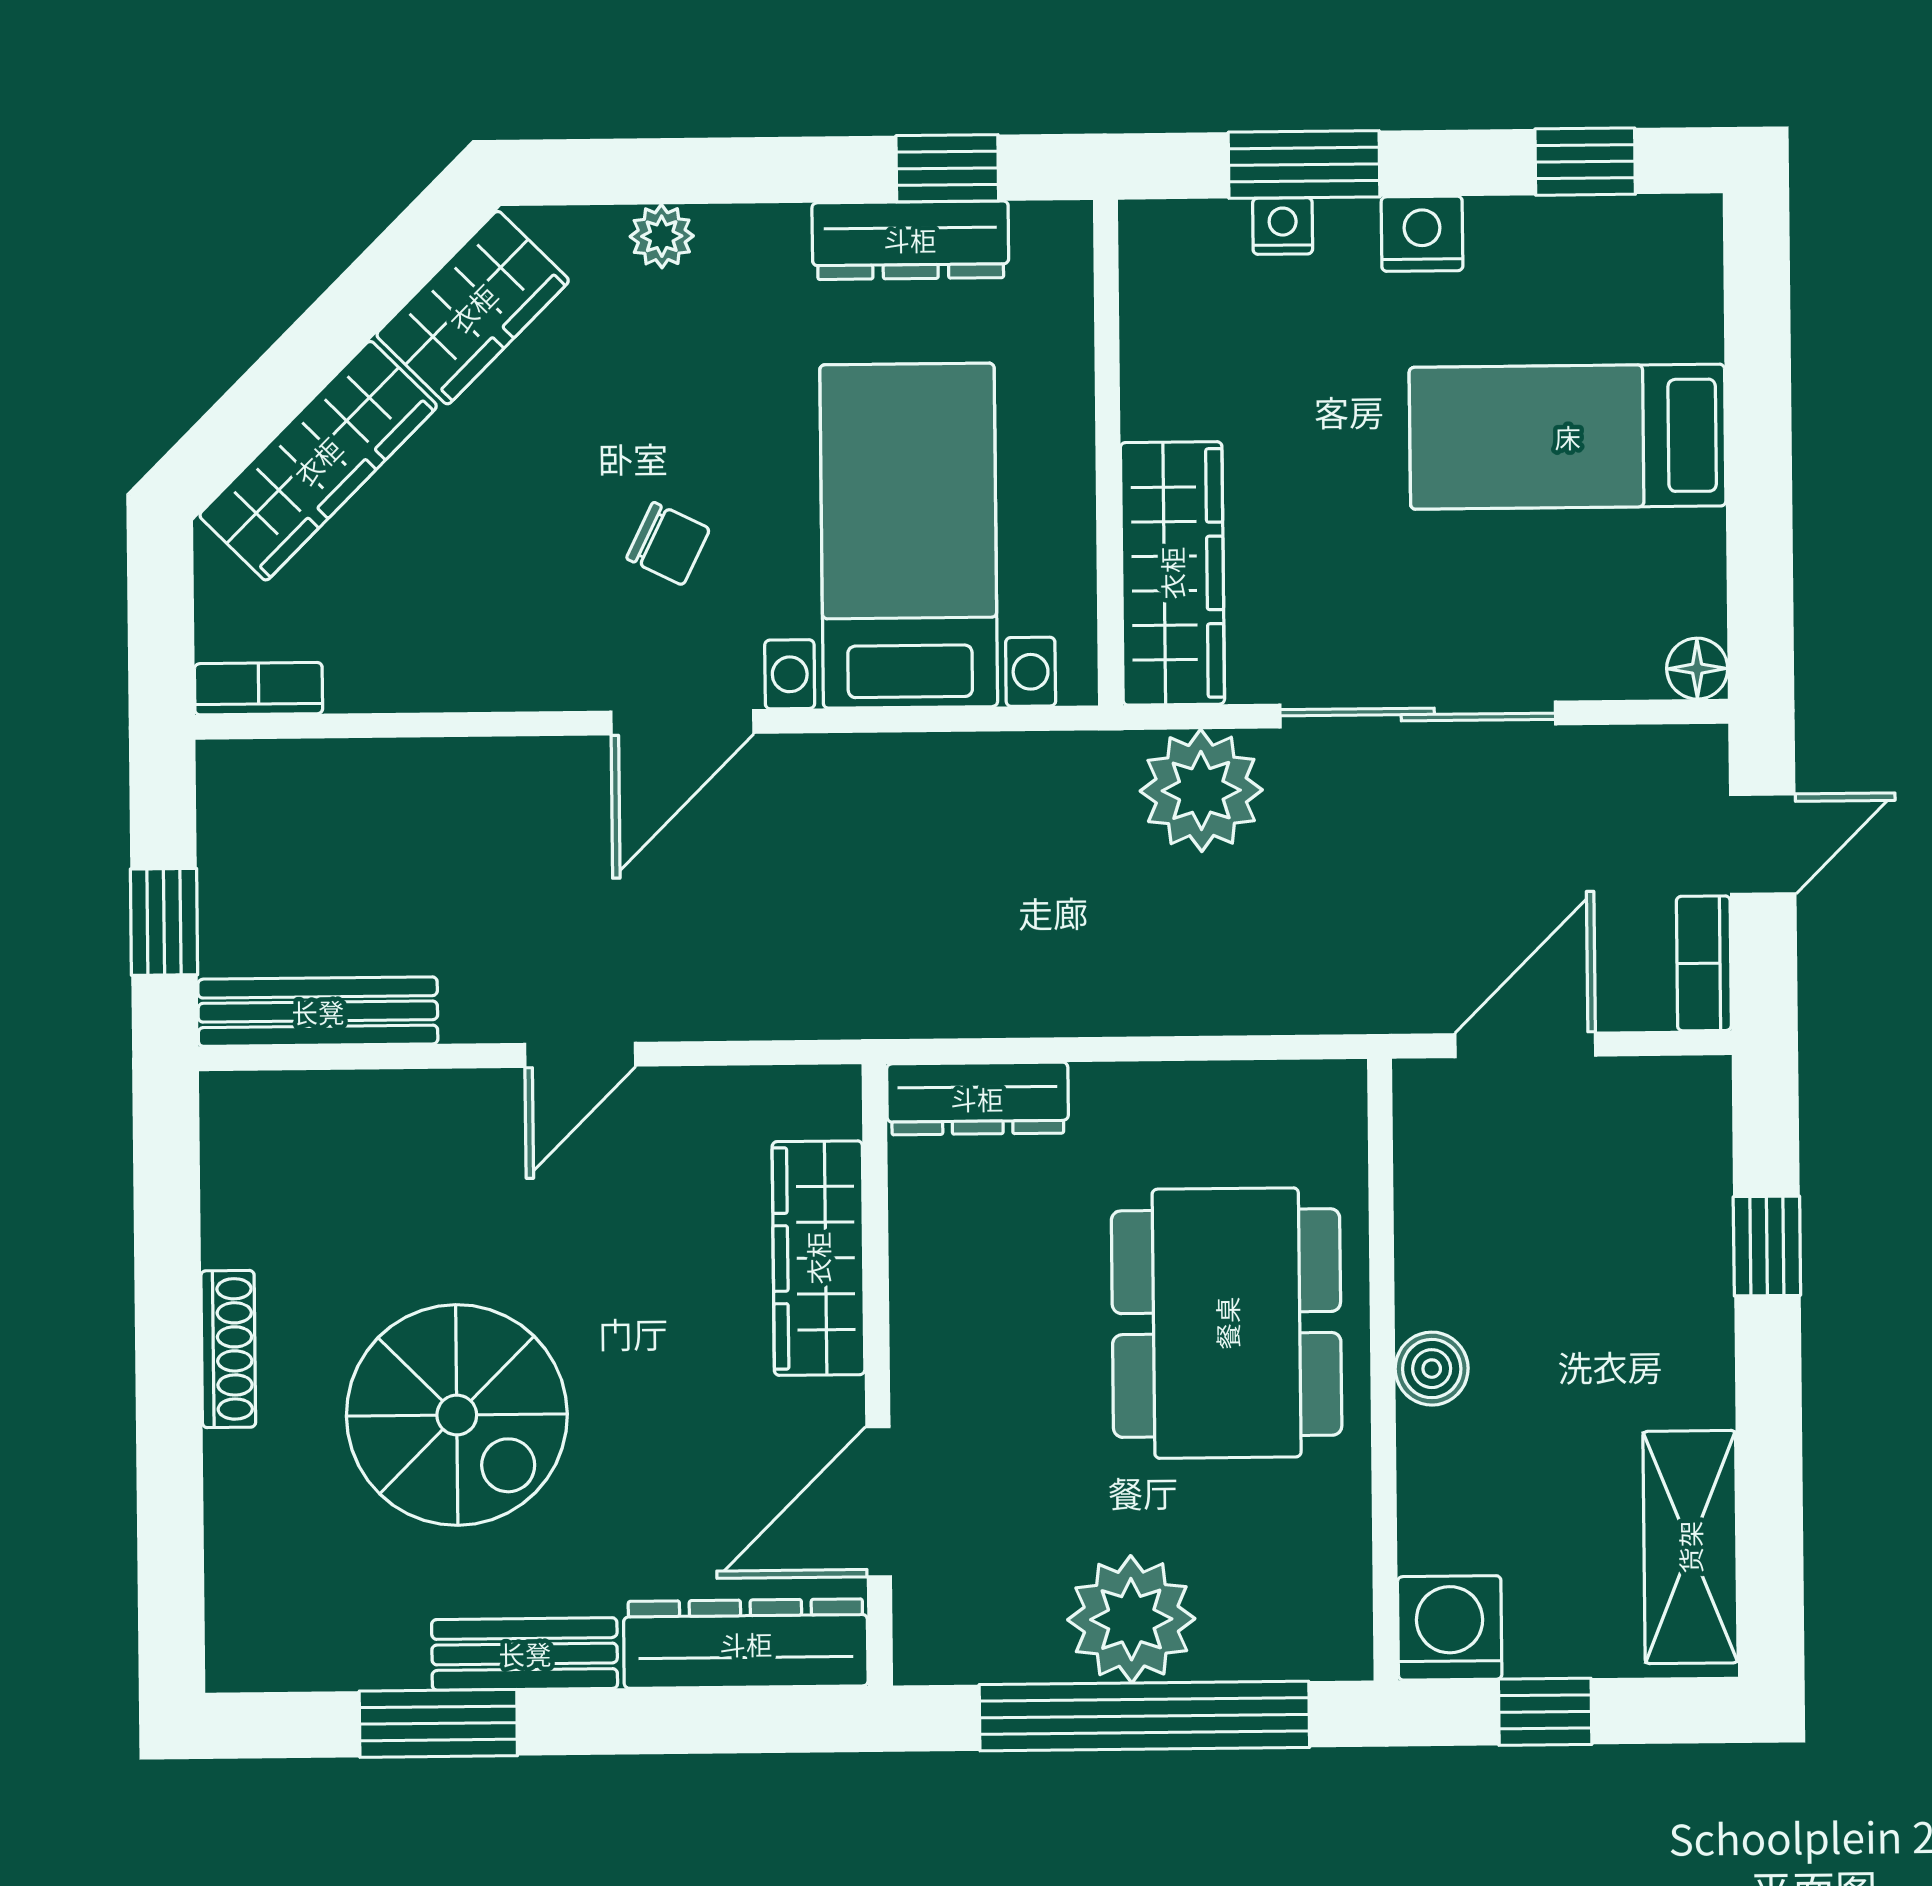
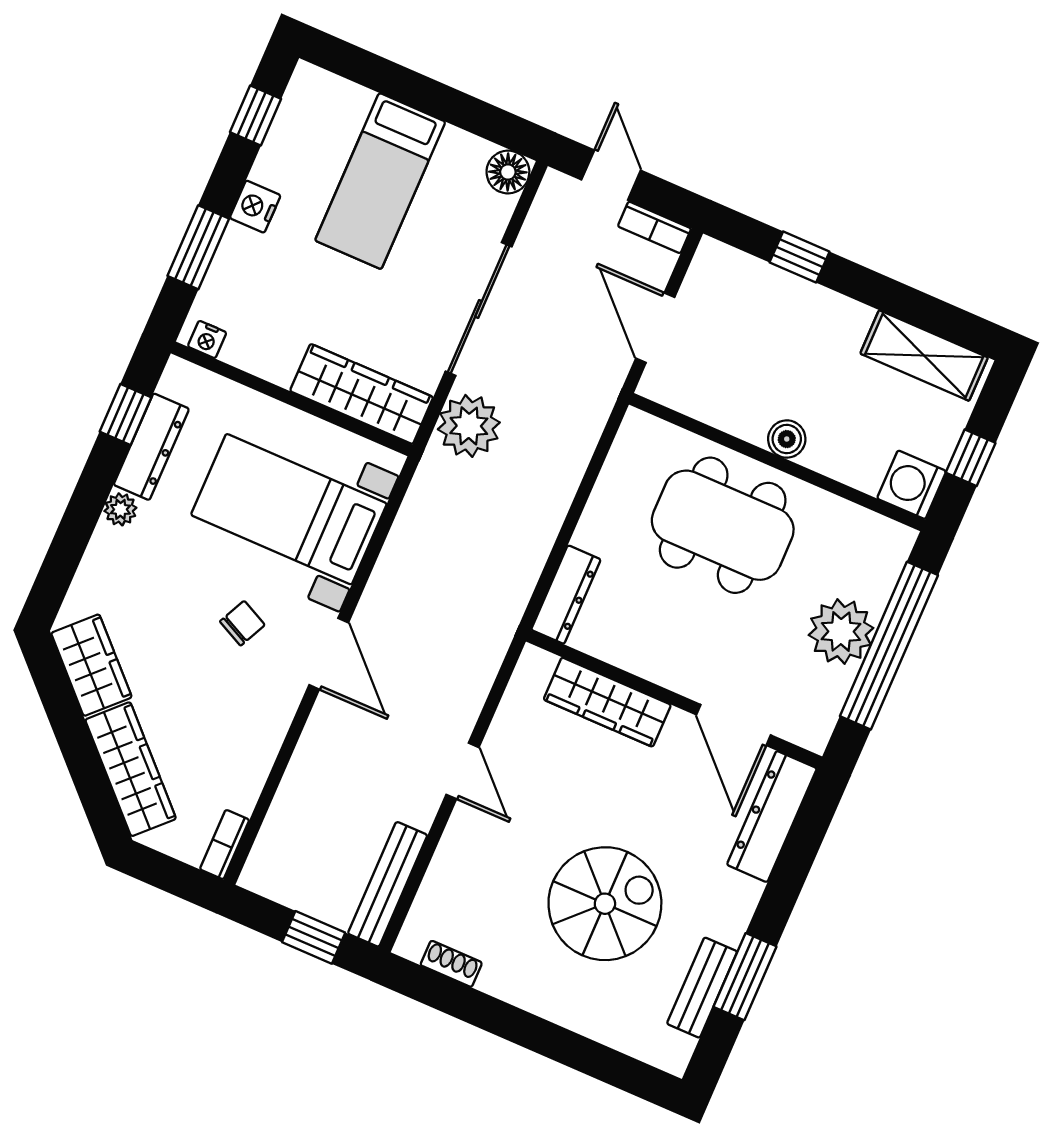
nightstand: (1283, 226) -> (207, 339), moved, turned -90
plant: (662, 236) -> (120, 509), moved
floor lamp: (1697, 669) -> (508, 172), width x1.37, depth x1.37
shoe rack: (228, 1349) -> (451, 964), moved, width x0.70
bench: (525, 1654) -> (702, 988), moved

